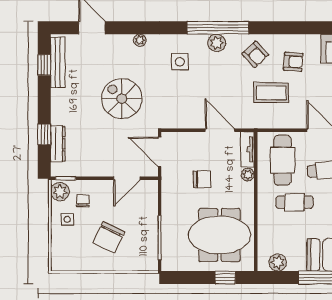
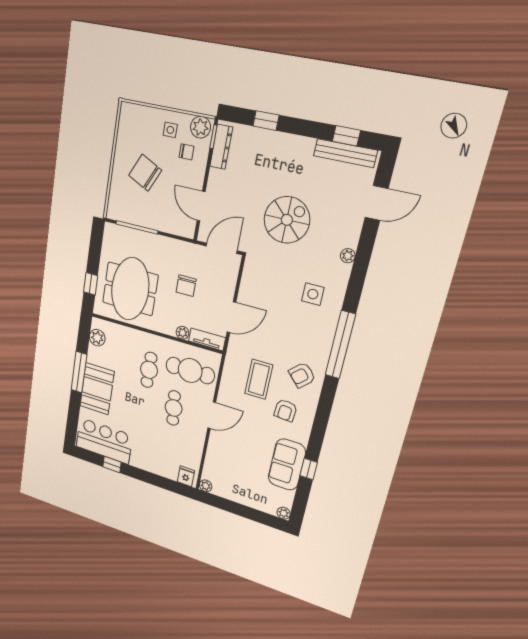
plant: (217, 43) -> (324, 339), removed
dresser: (58, 144) -> (221, 147), moved, turned -90

